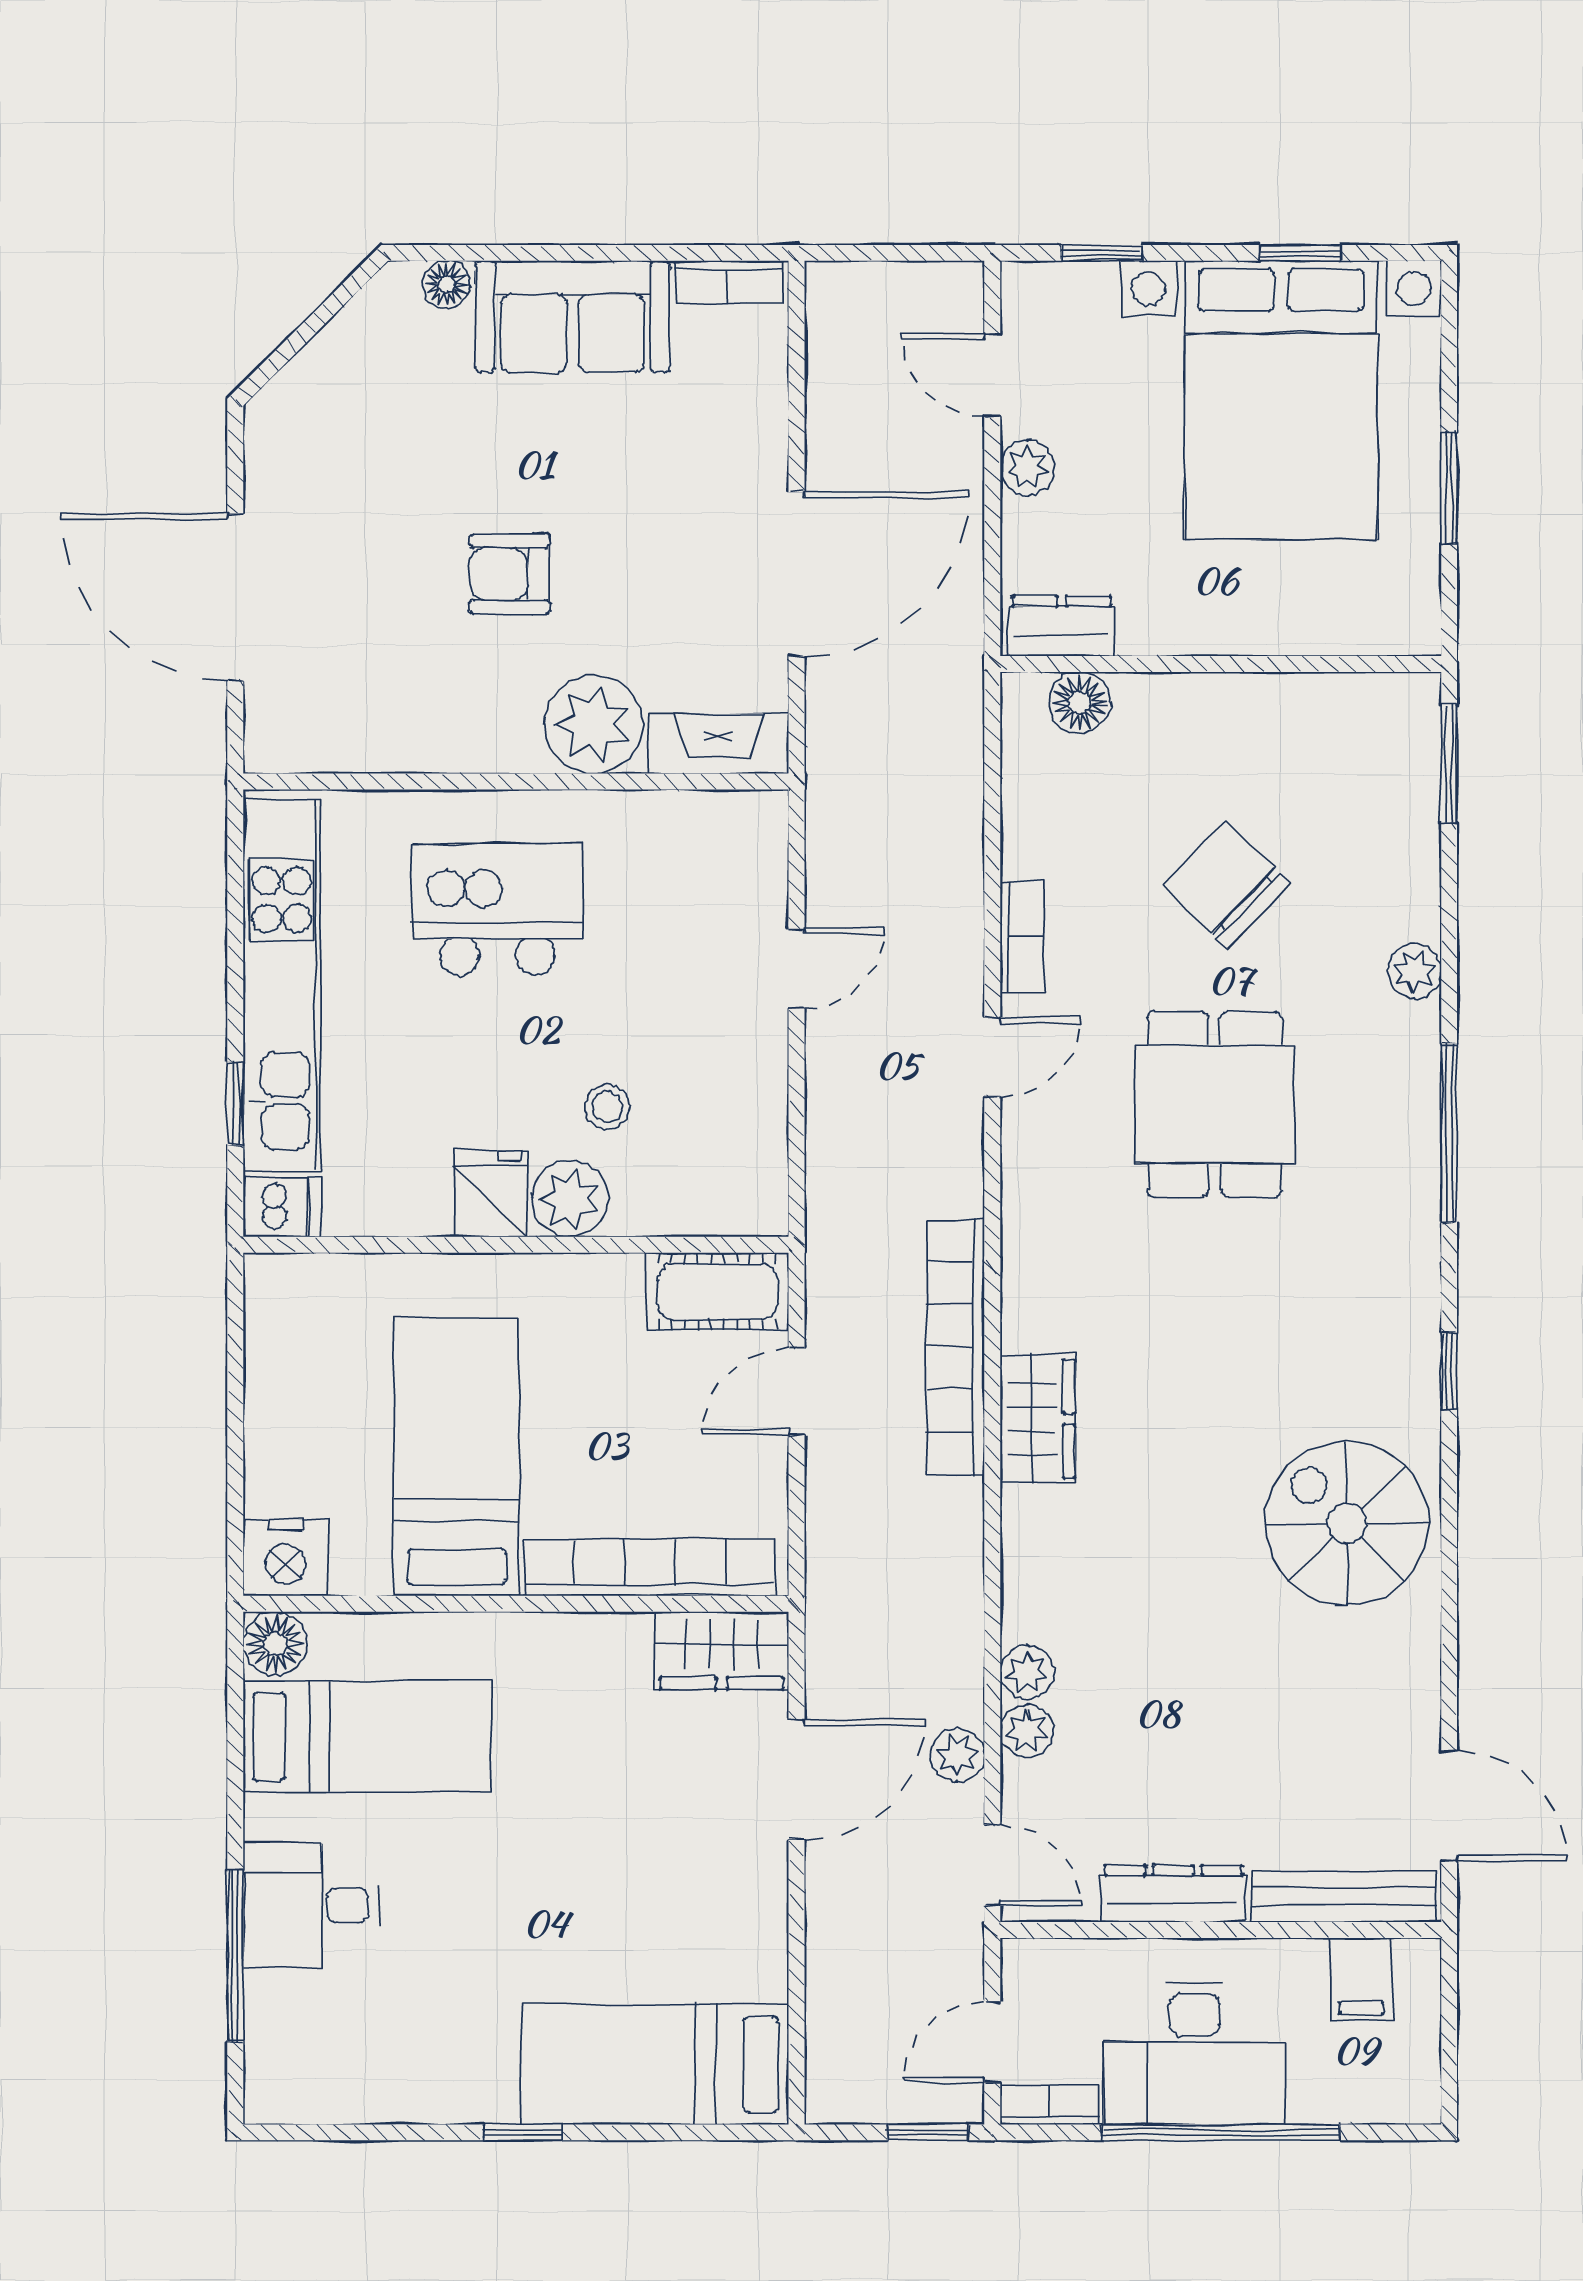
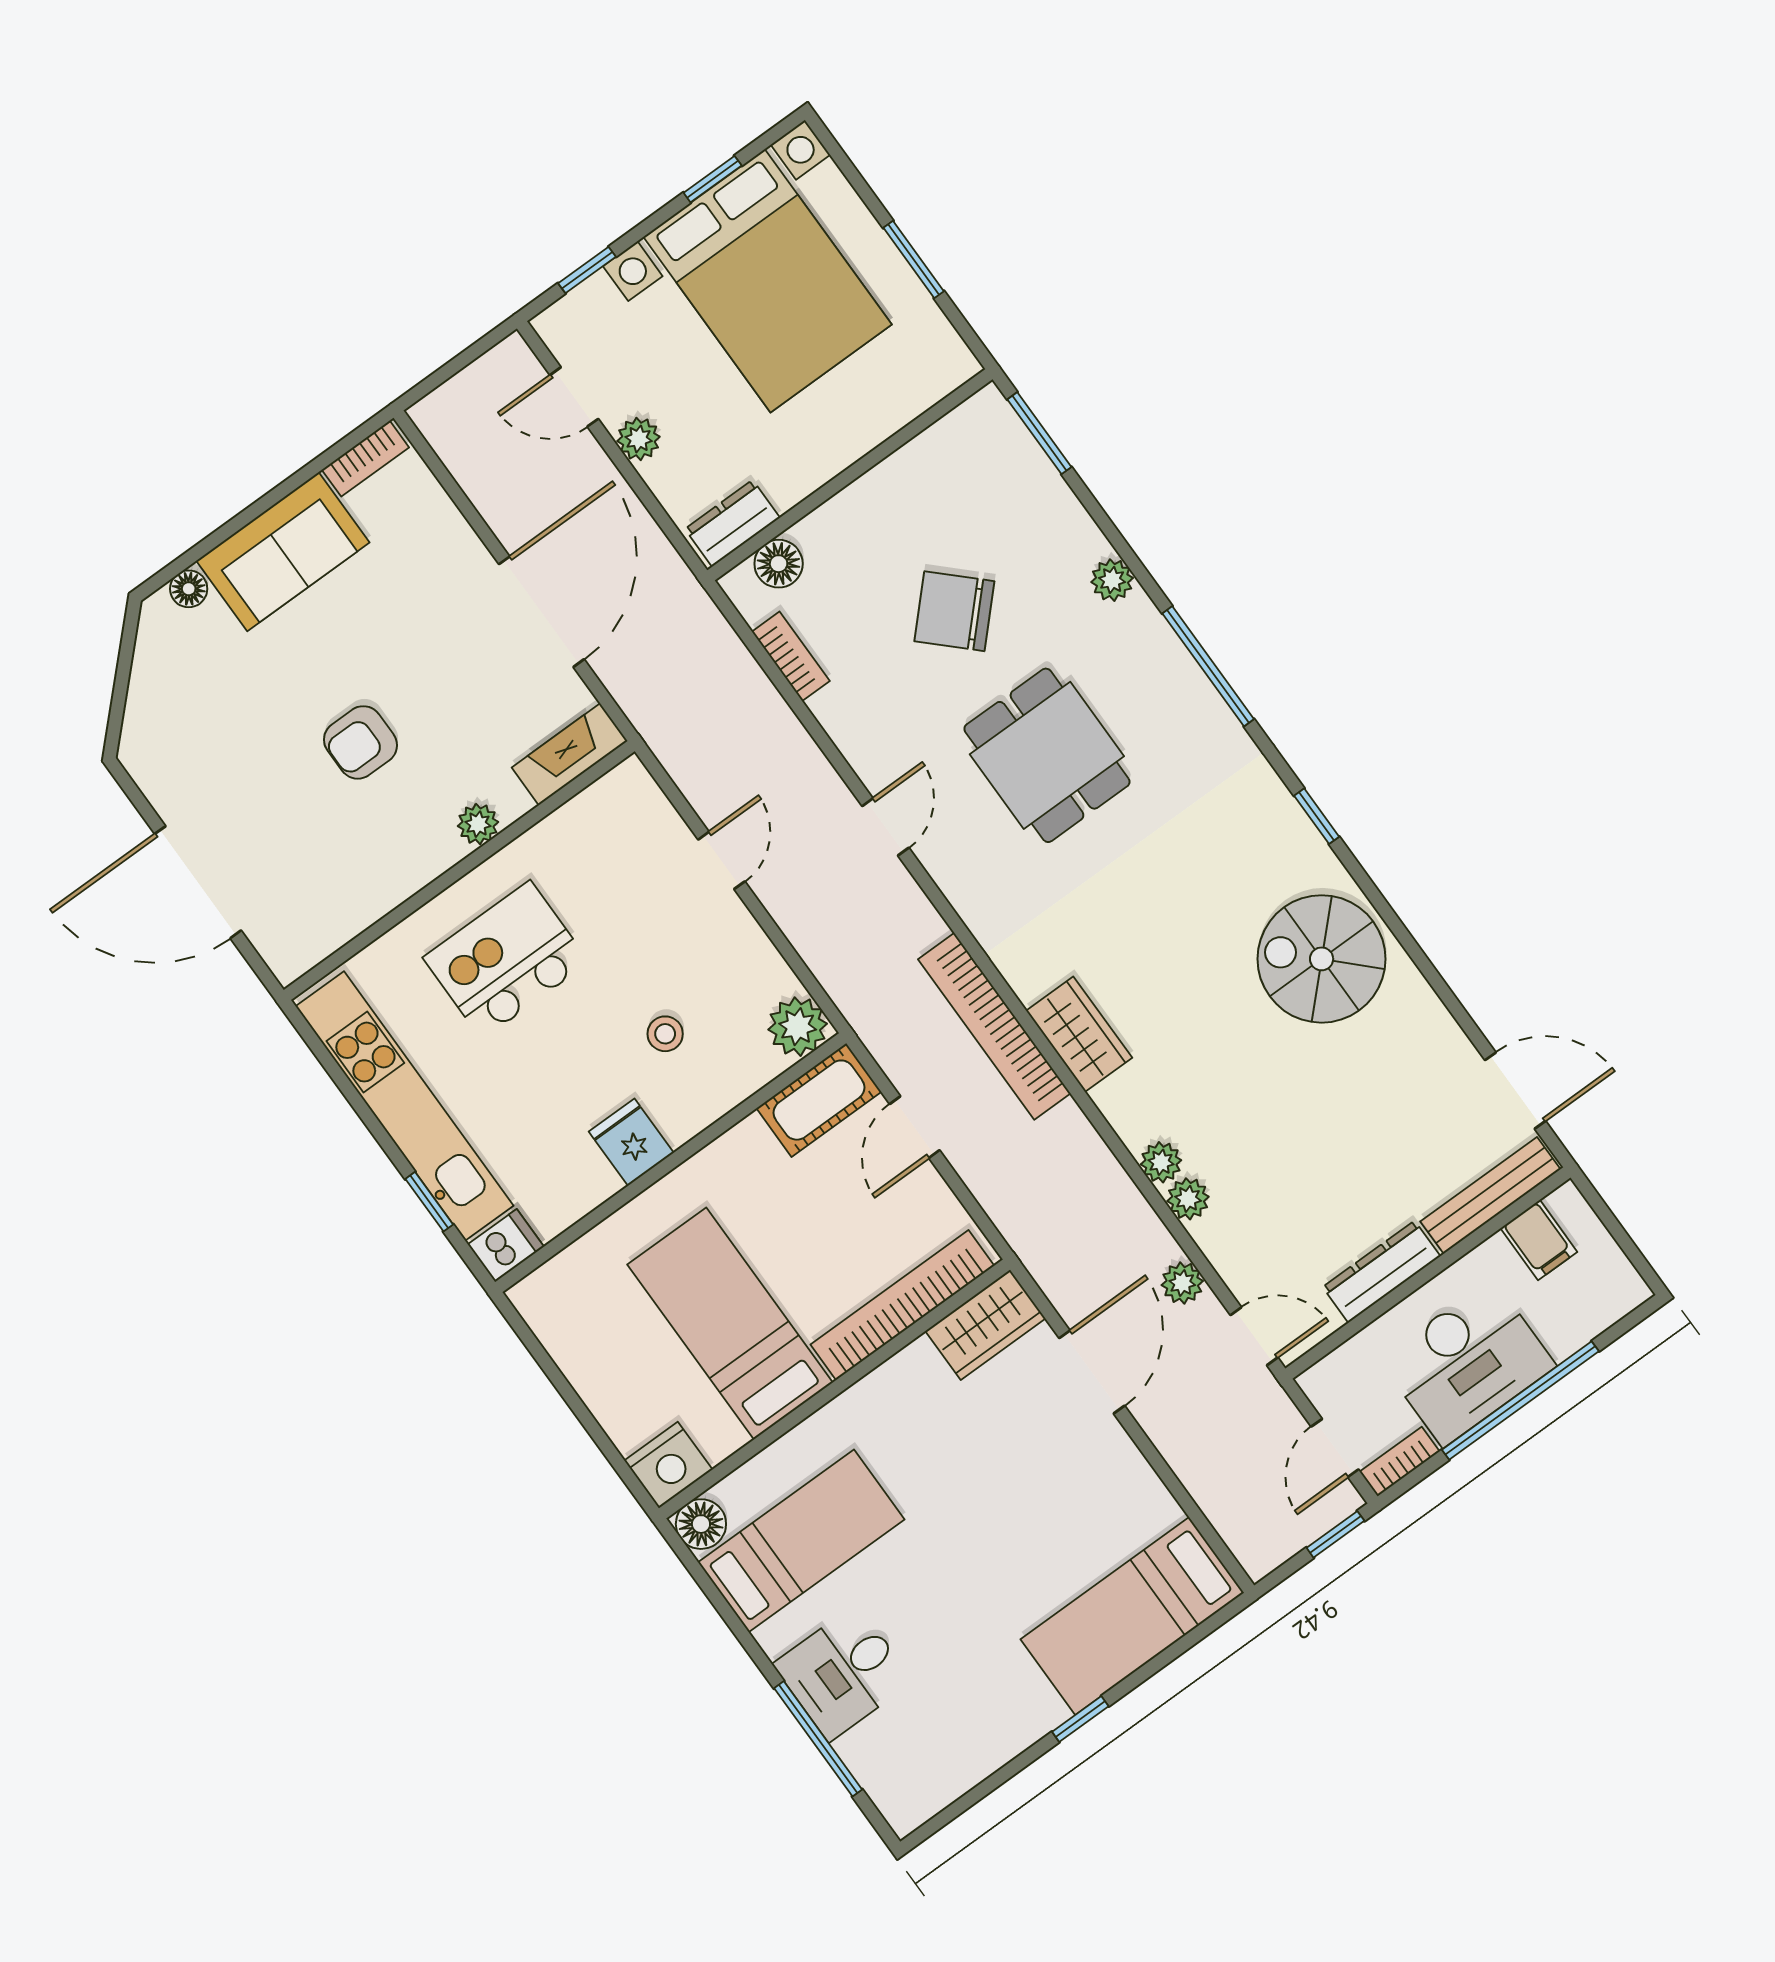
plant: (594, 724) -> (478, 824), width x0.53, depth x0.53
bookcase: (1022, 937) -> (791, 656), moved
plant: (570, 1199) -> (798, 1027), moved
plant: (1026, 1731) -> (1161, 1162), moved

